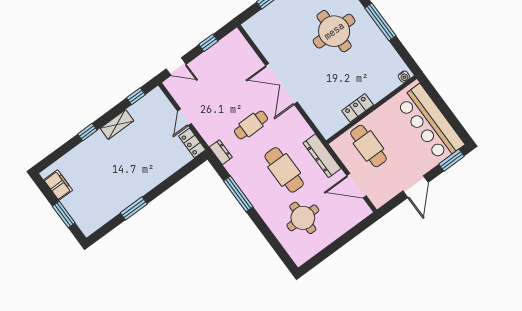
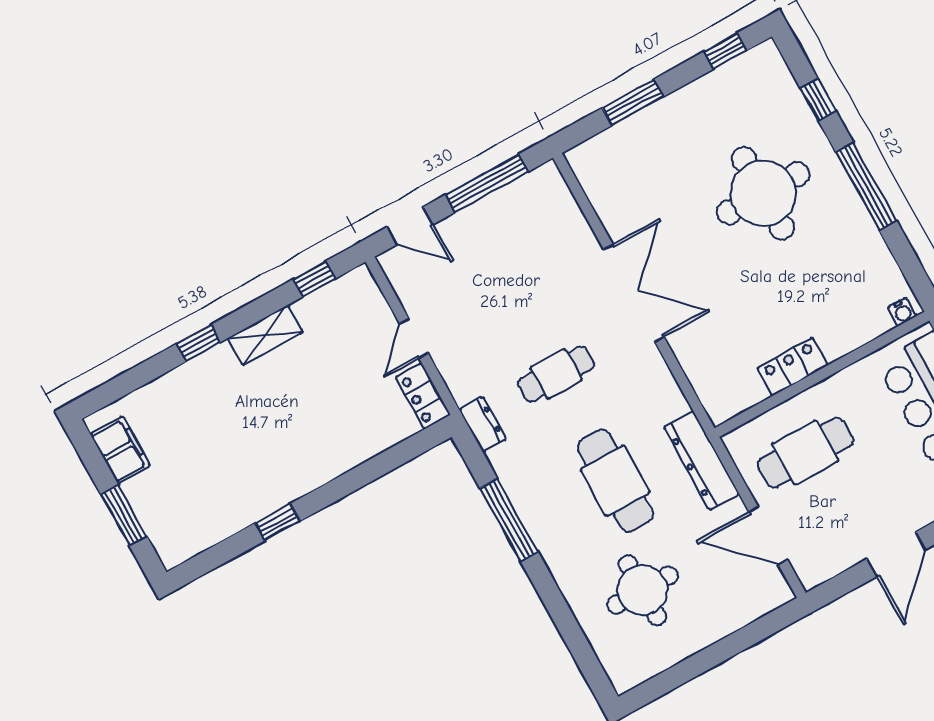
window: (208, 43) -> (487, 183), width x2.17
double door: (281, 84) -> (634, 293), swing flipped
cafe table: (368, 146) -> (805, 453), turned 90
window: (134, 208) -> (278, 522), width x0.67

